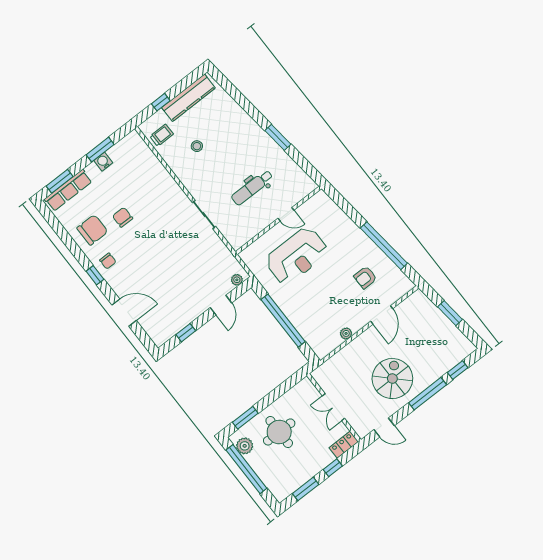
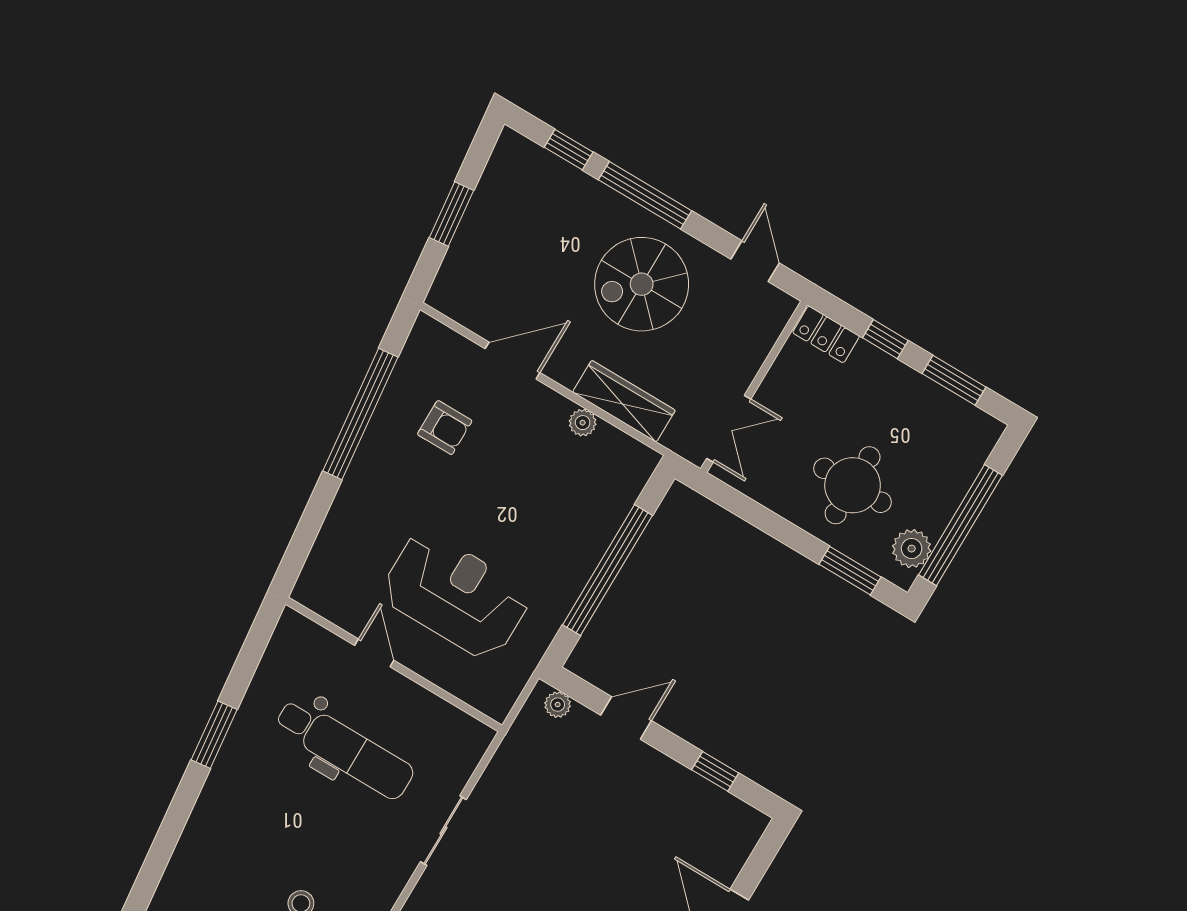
dental chair: (252, 188) -> (344, 749), width x1.36, depth x1.38
wardrobe: (348, 353) -> (624, 401), added
double door: (334, 407) -> (729, 429), moved

